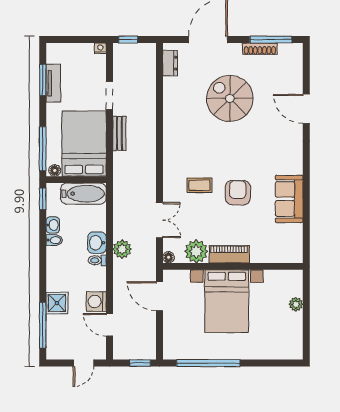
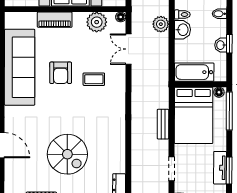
doorway: (109, 96) -> (171, 169), moved
window: (43, 199) -> (229, 44), moved
sofa: (289, 199) -> (20, 67), width x1.85, depth x1.27
bidet: (54, 240) -> (219, 14), moved
piano: (229, 254) -> (55, 20), moved

